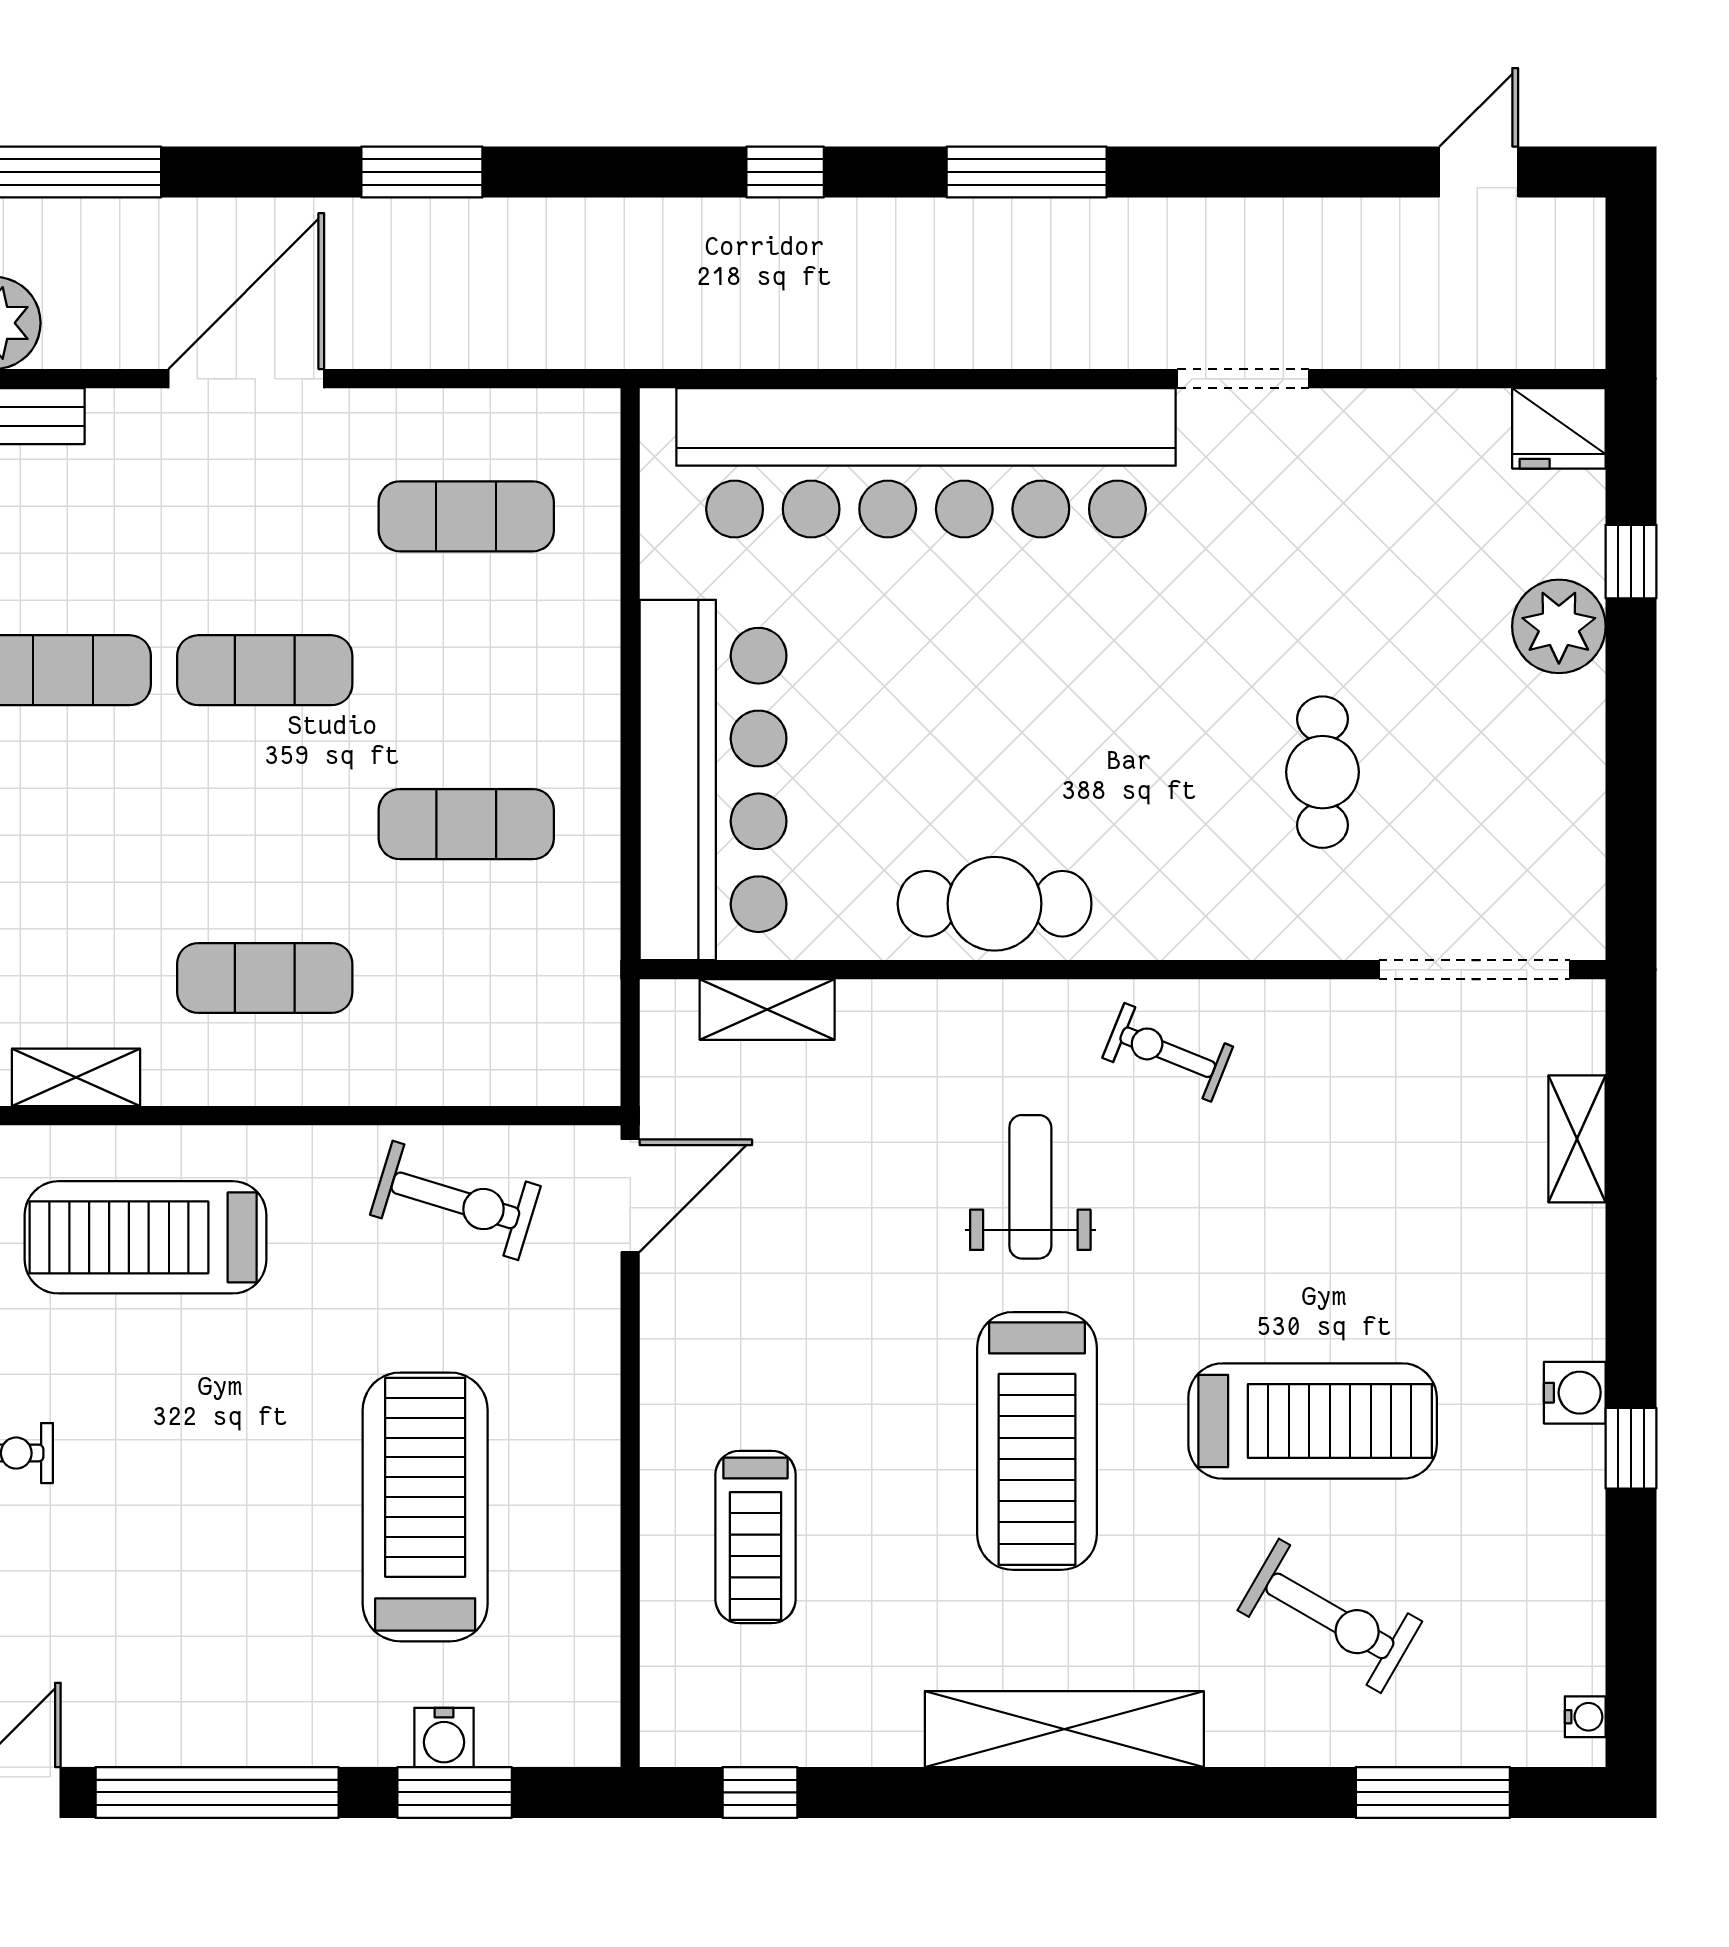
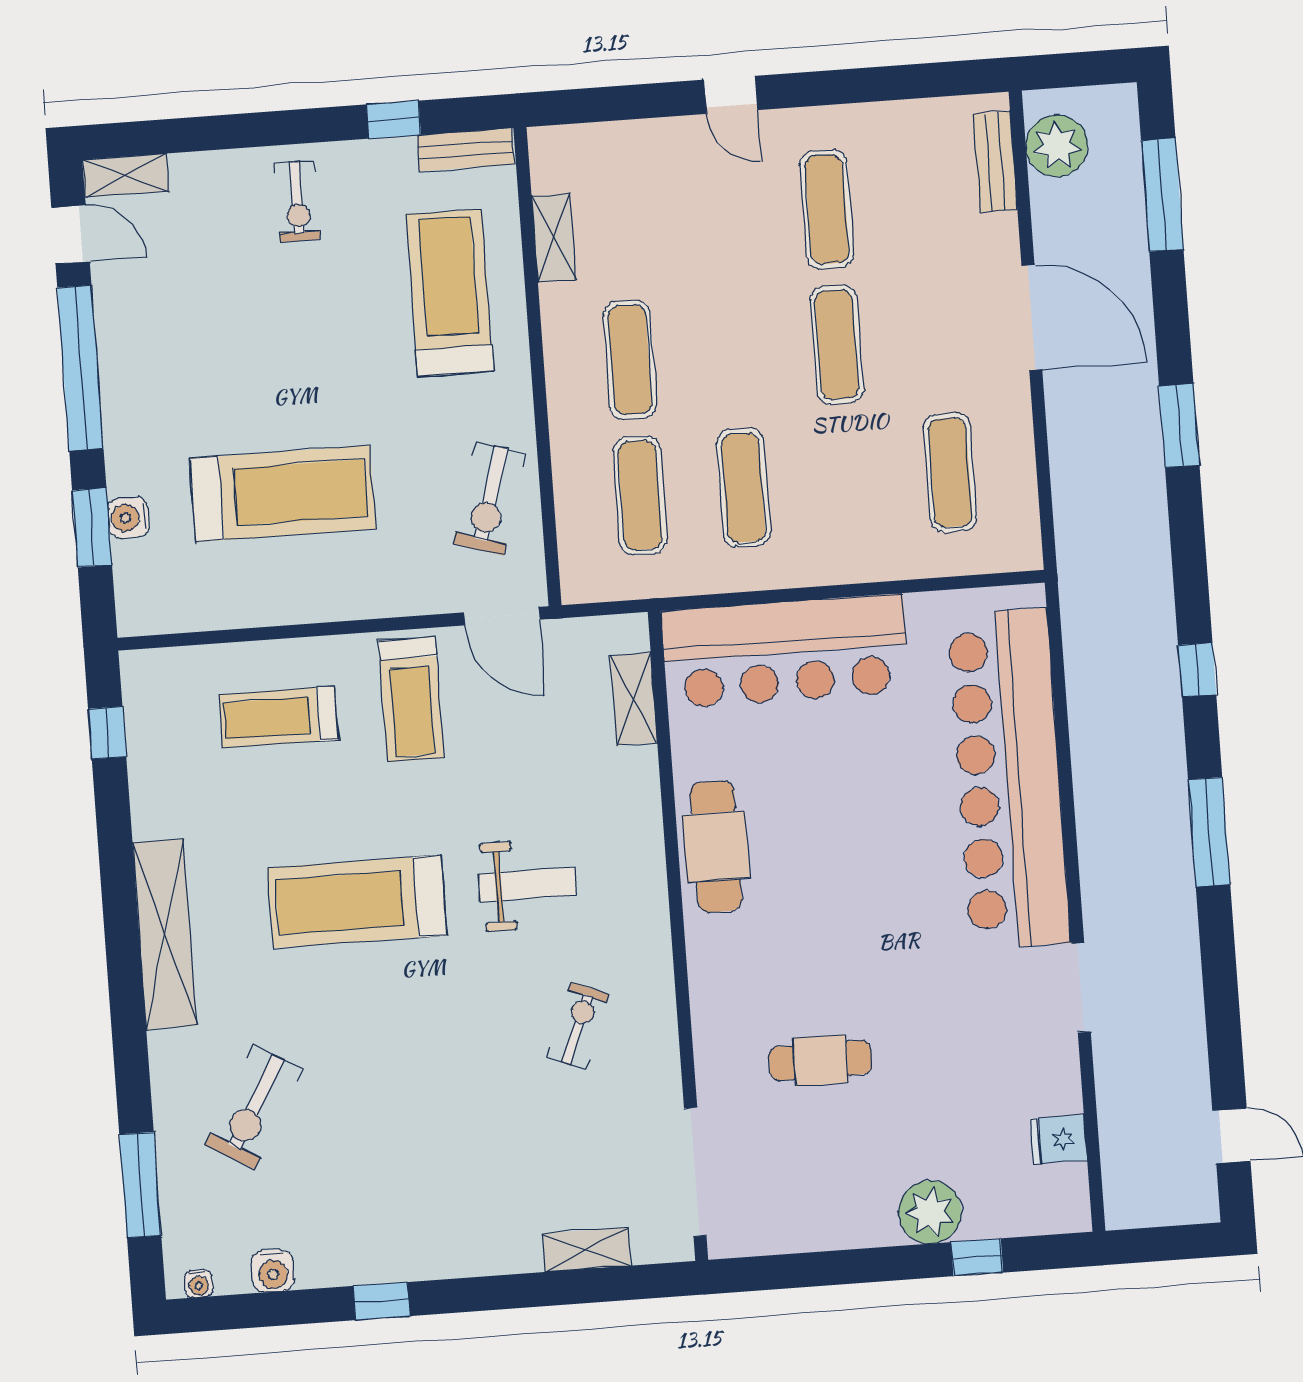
fridge: (1559, 428) -> (1059, 1139), moved, width x0.72
exercise mat: (466, 978) -> (640, 495), added
exercise bike: (1168, 1052) -> (578, 1026), moved
water cooler: (1575, 1393) -> (273, 1271), moved
treadmill: (1313, 1421) -> (411, 699), moved, width x0.73, depth x0.73

